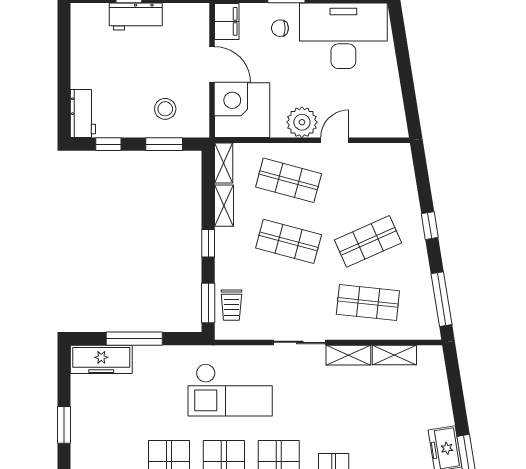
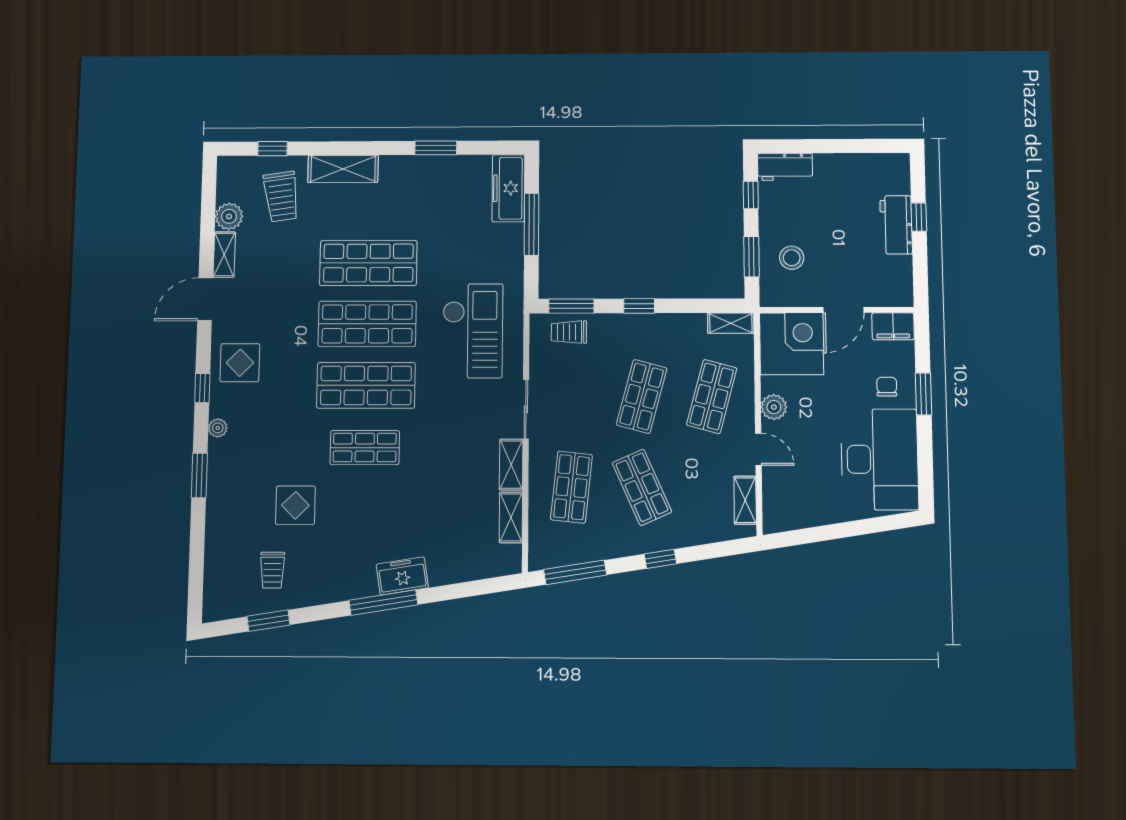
plant: (302, 122) -> (774, 407), width x0.73, depth x0.73
shelving: (224, 206) -> (745, 500), moved, turned 90
checkout: (230, 390) -> (473, 331), turned 180

